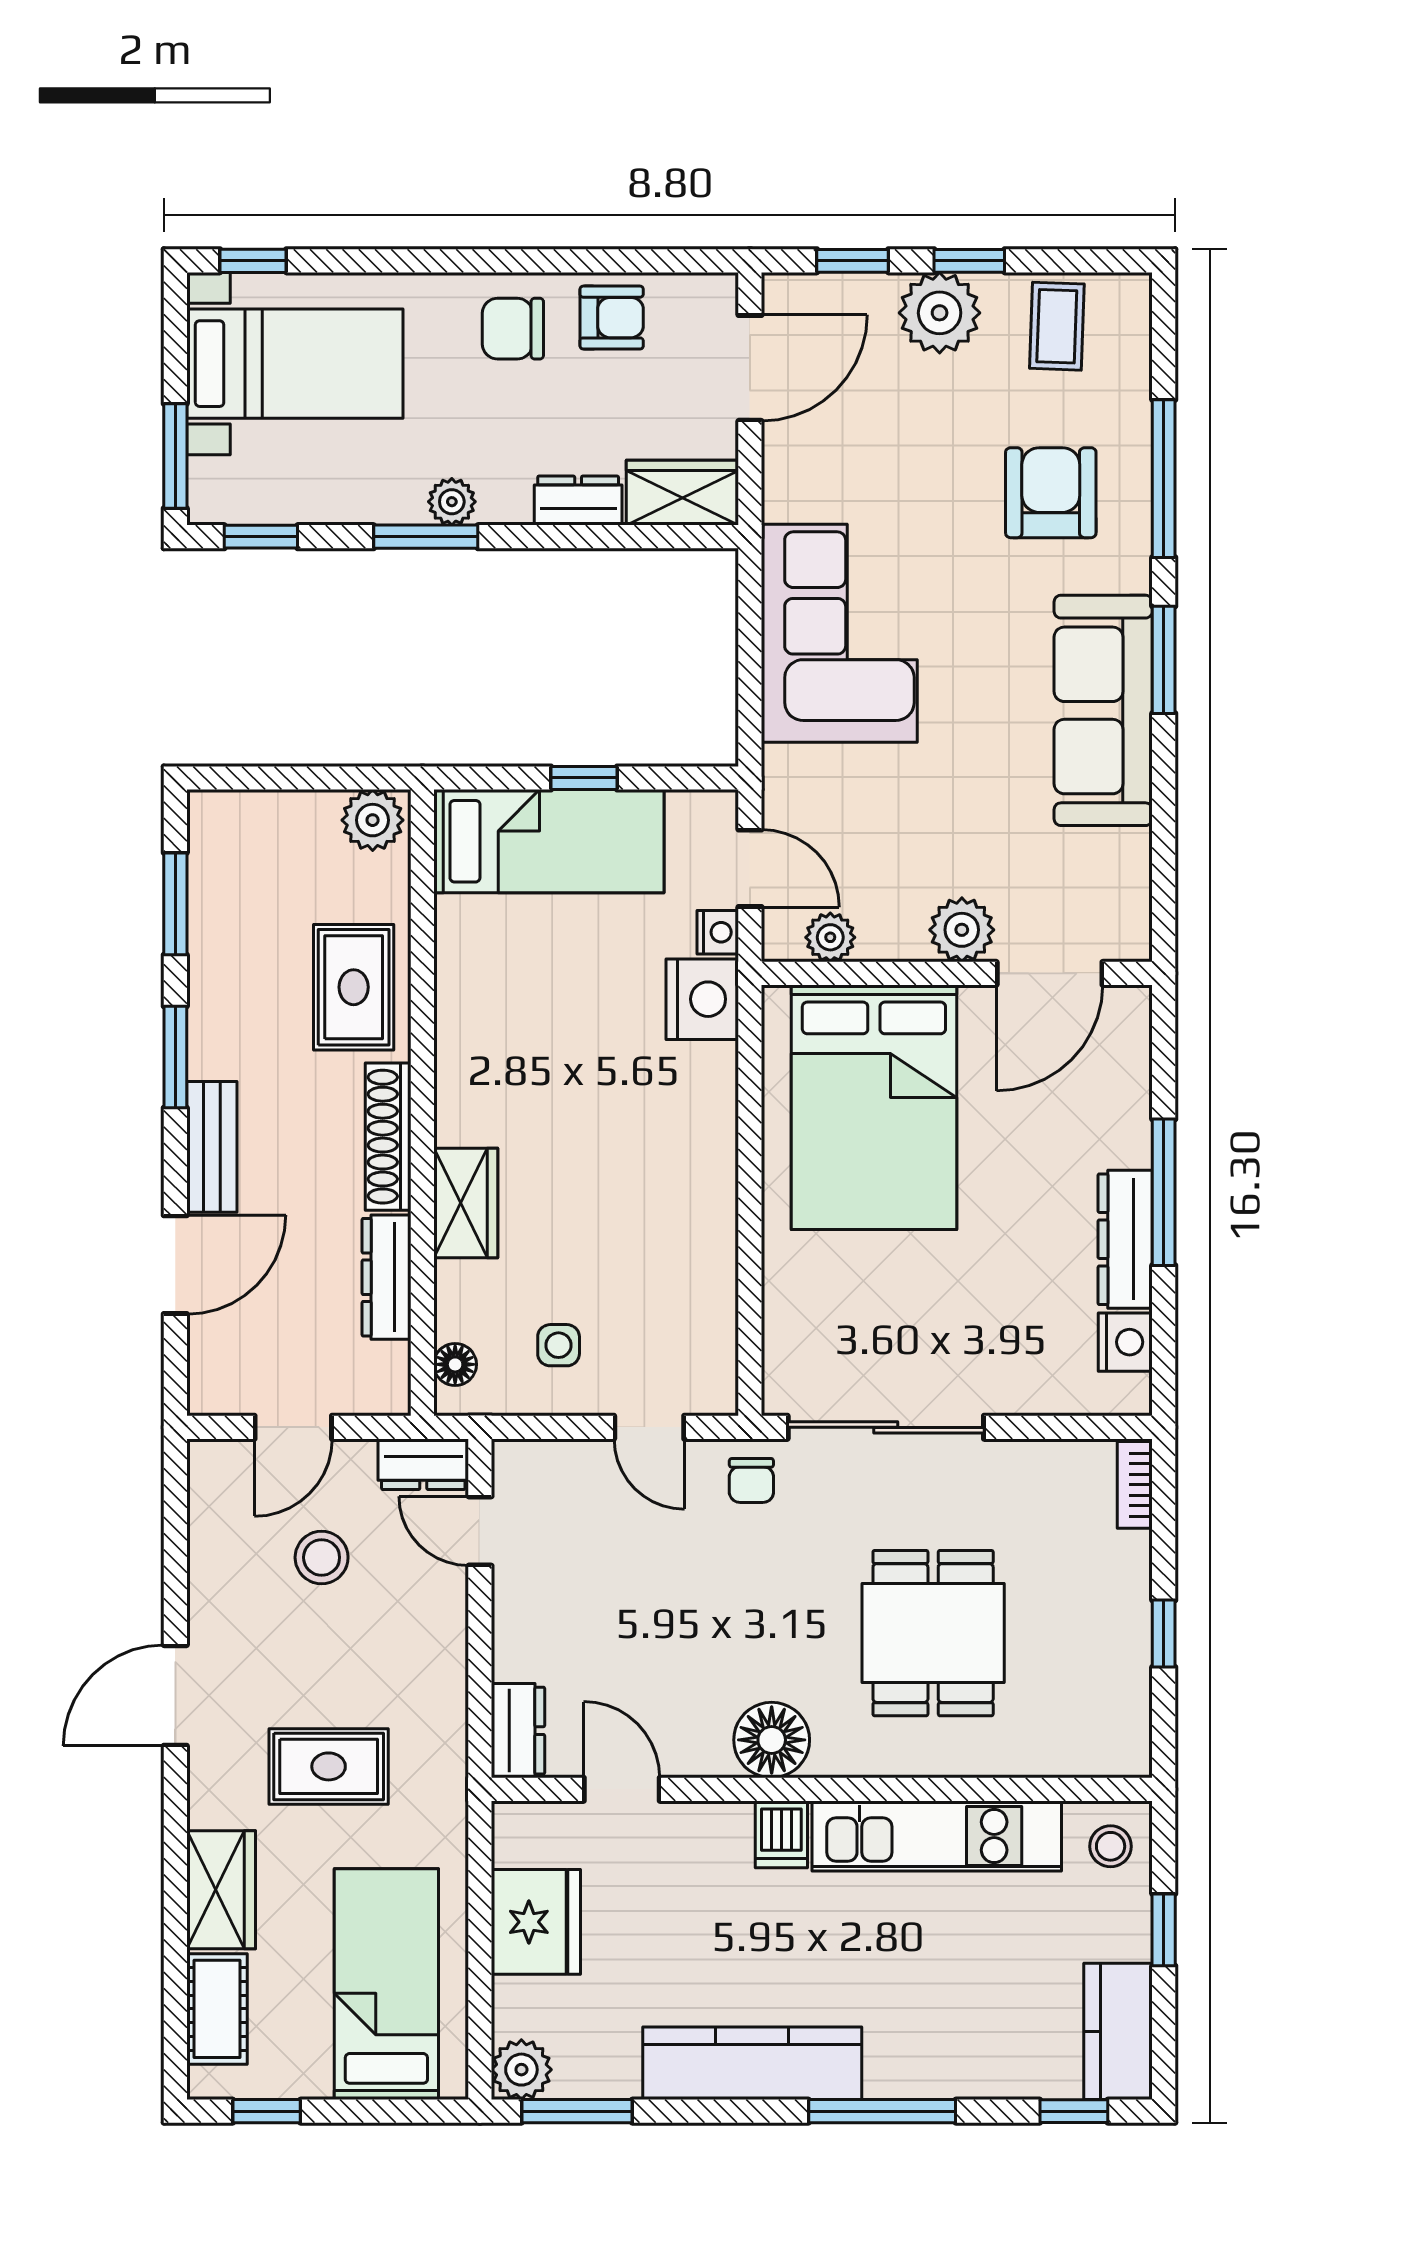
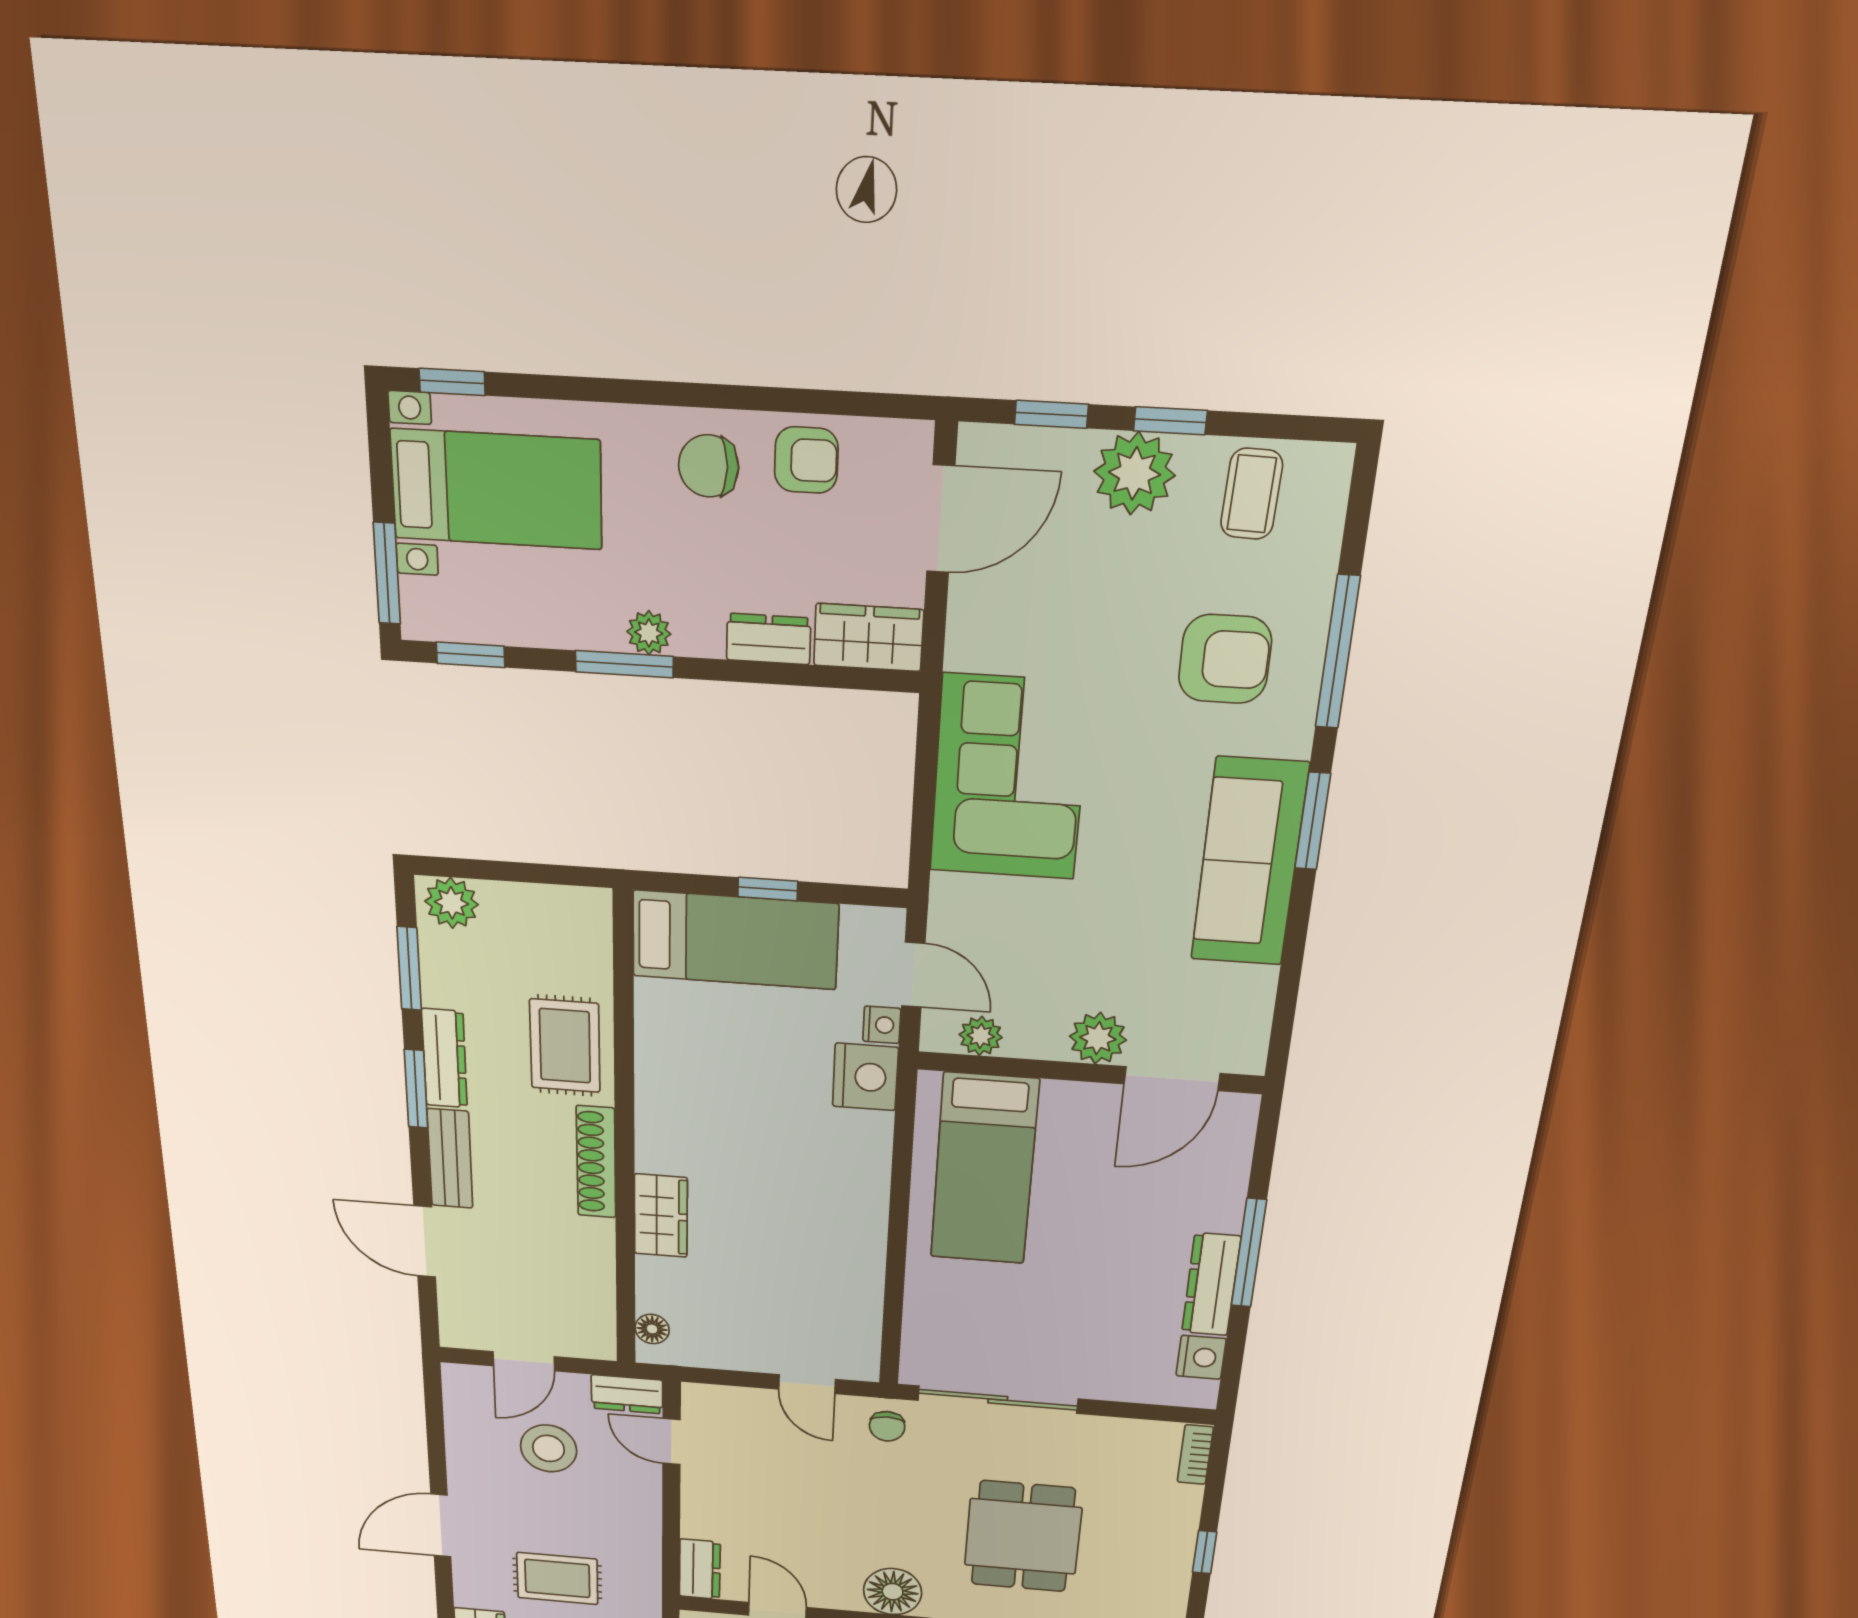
armchair: (1051, 493) -> (1225, 659), turned 90
plant: (373, 820) -> (452, 903), moved
bed: (874, 1107) -> (984, 1169), width x0.67
door: (175, 1265) -> (425, 1242), swing flipped
dresser: (387, 1277) -> (444, 1058), moved, turned 180
side table: (559, 1345) -> (736, 1322), removed
stool: (322, 1557) -> (549, 1448), width x1.38, depth x1.38

